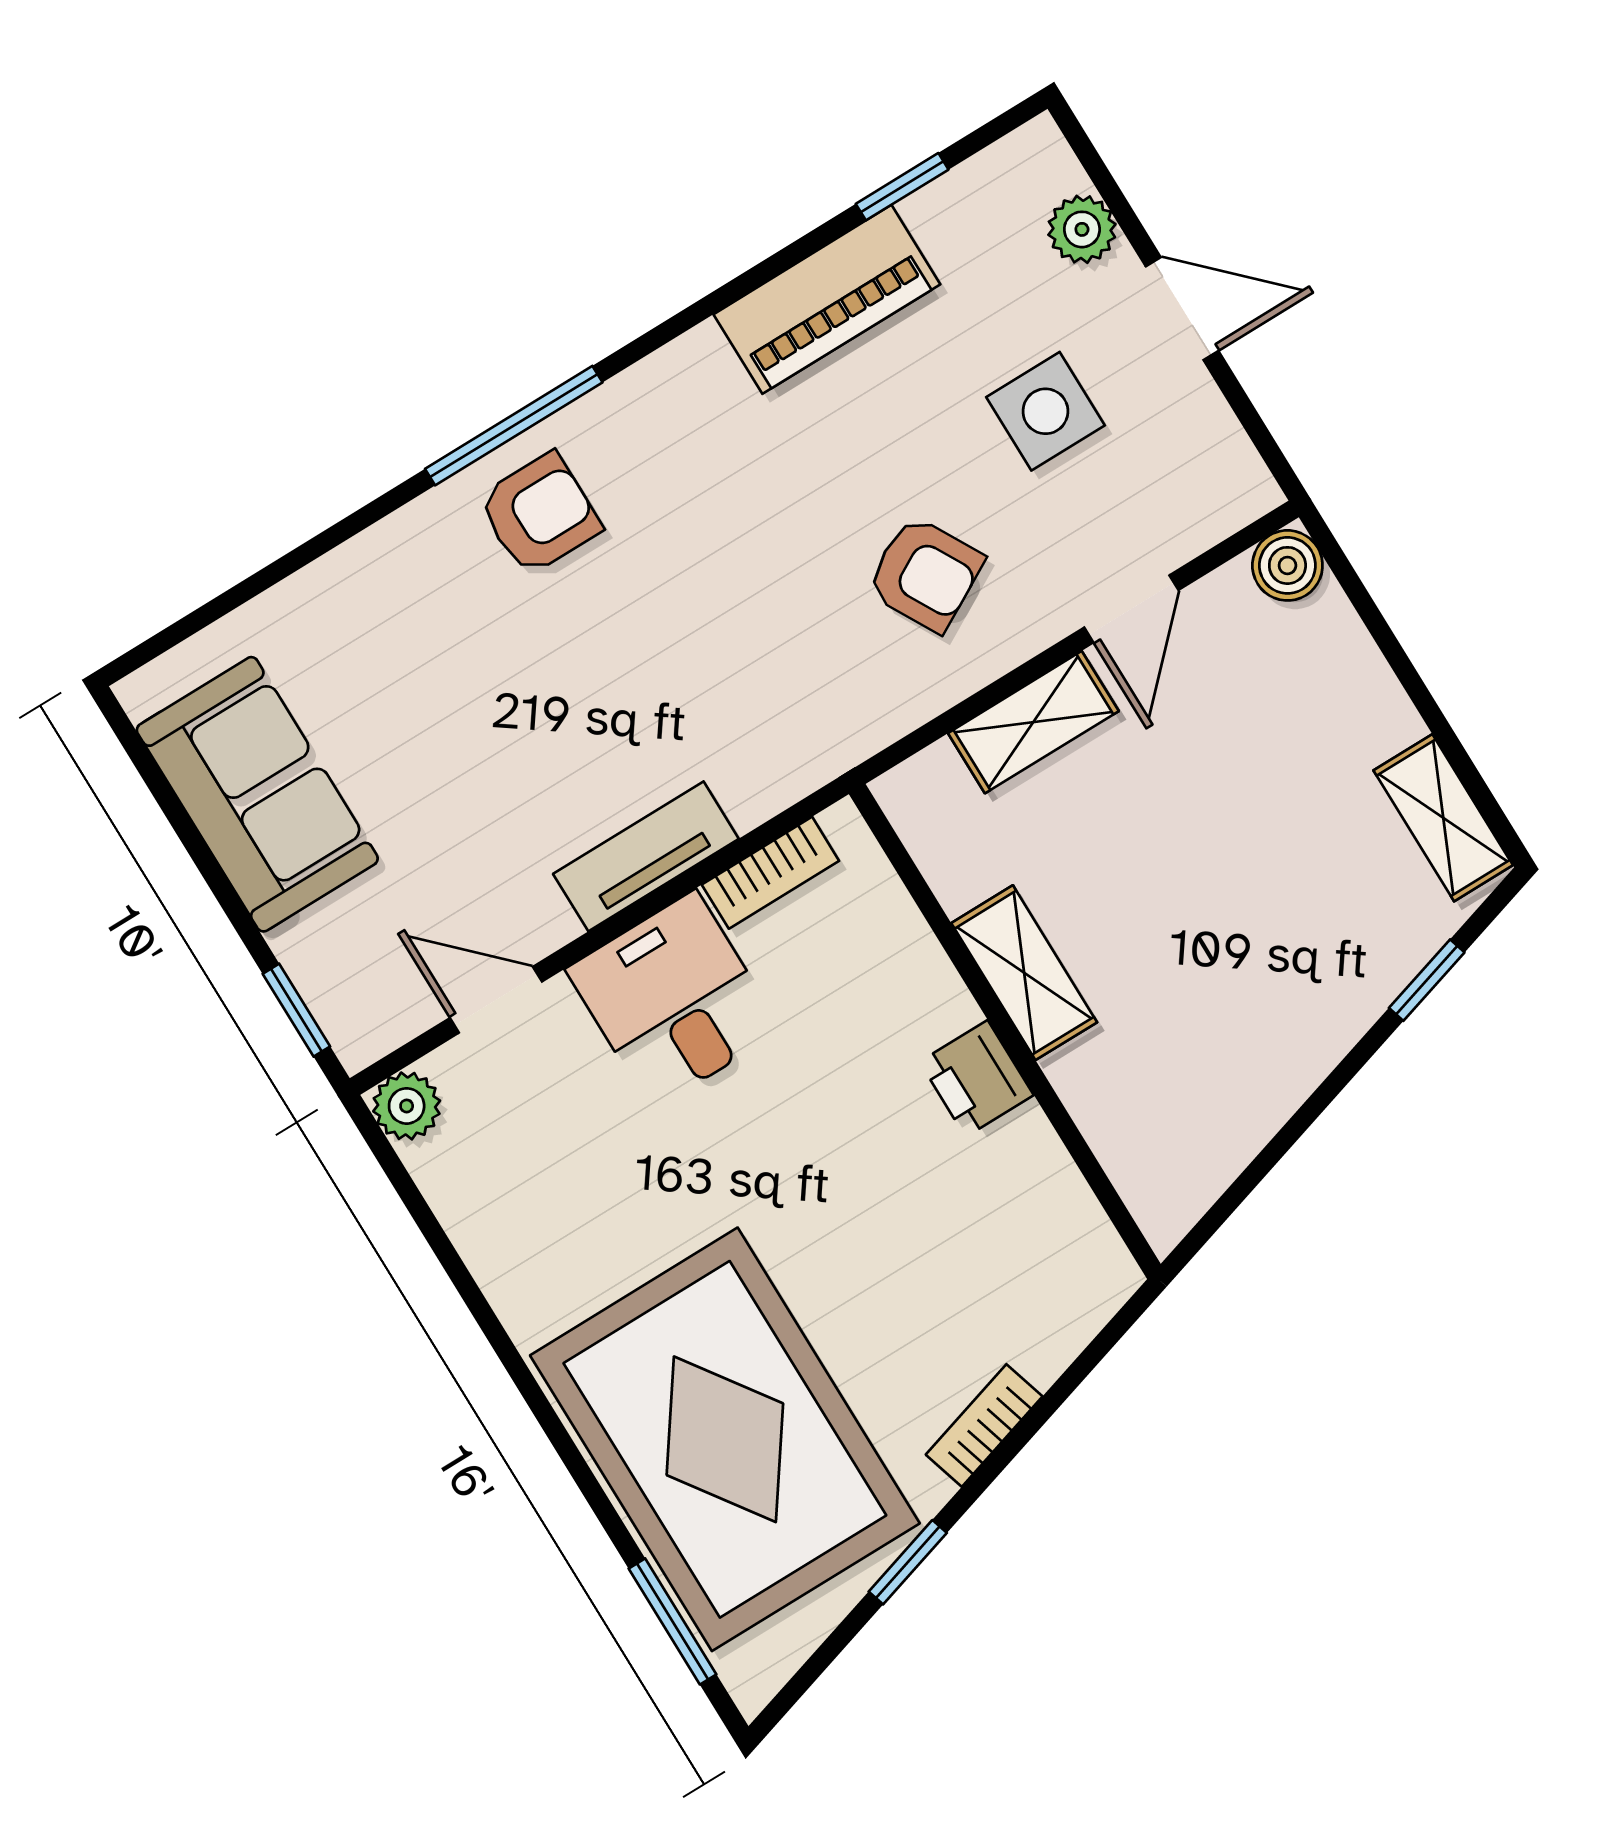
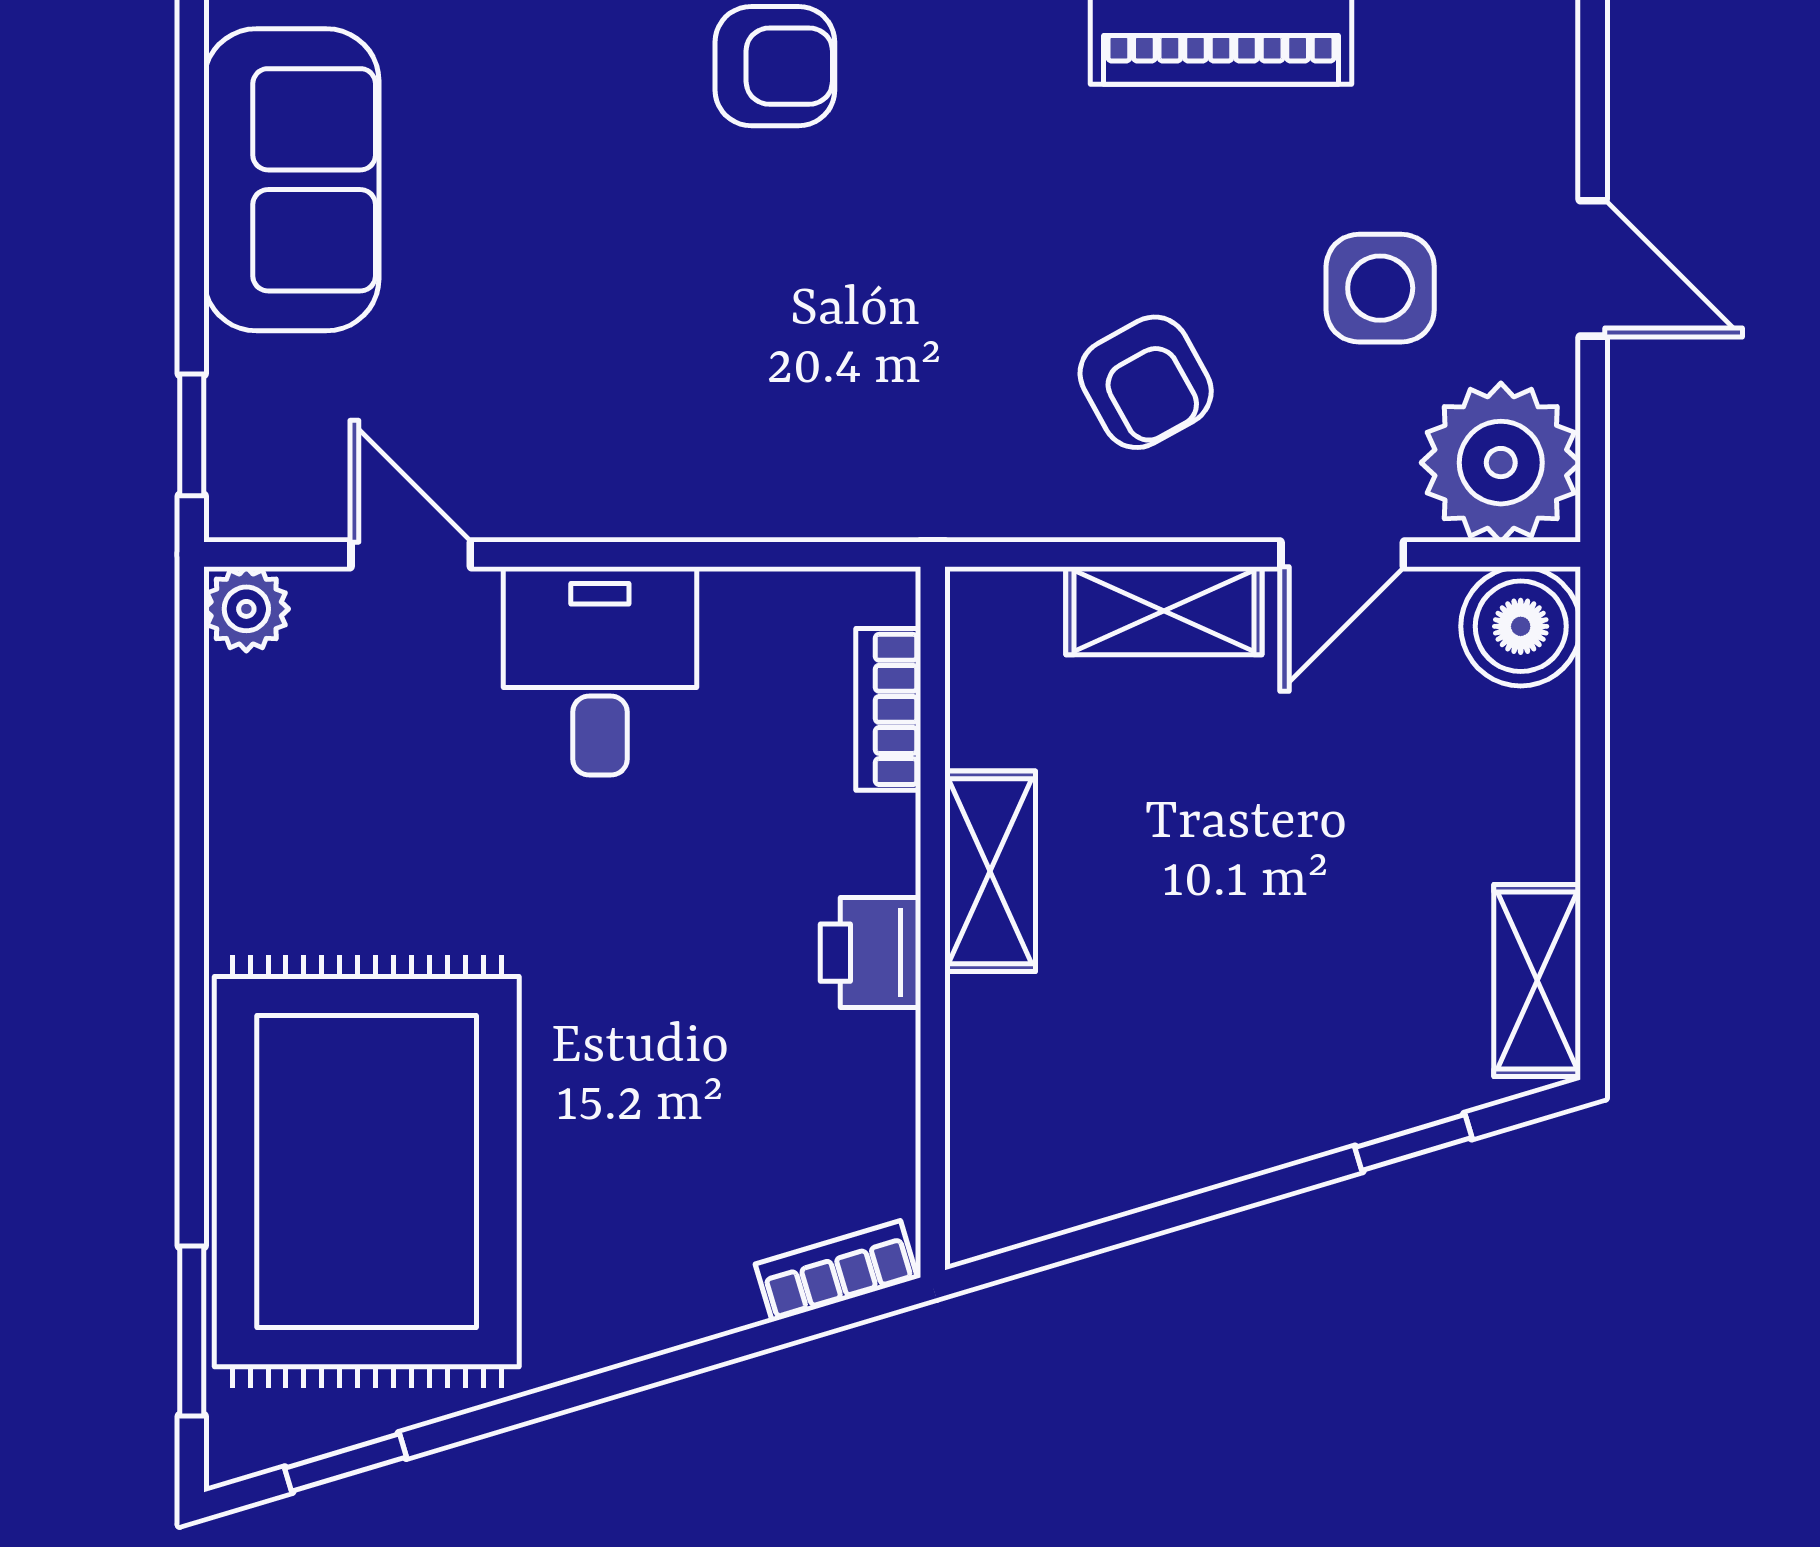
plant: (1082, 229) -> (1501, 463), moved, width x1.88, depth x1.88
boiler: (1287, 565) -> (1521, 626), width x1.36, depth x1.36
tv unit: (646, 856) -> (664, 500), removed
bookcase: (770, 873) -> (888, 709), moved, turned 90
bookcase: (984, 1425) -> (836, 1271), moved
window: (908, 1562) -> (345, 1463), moved

